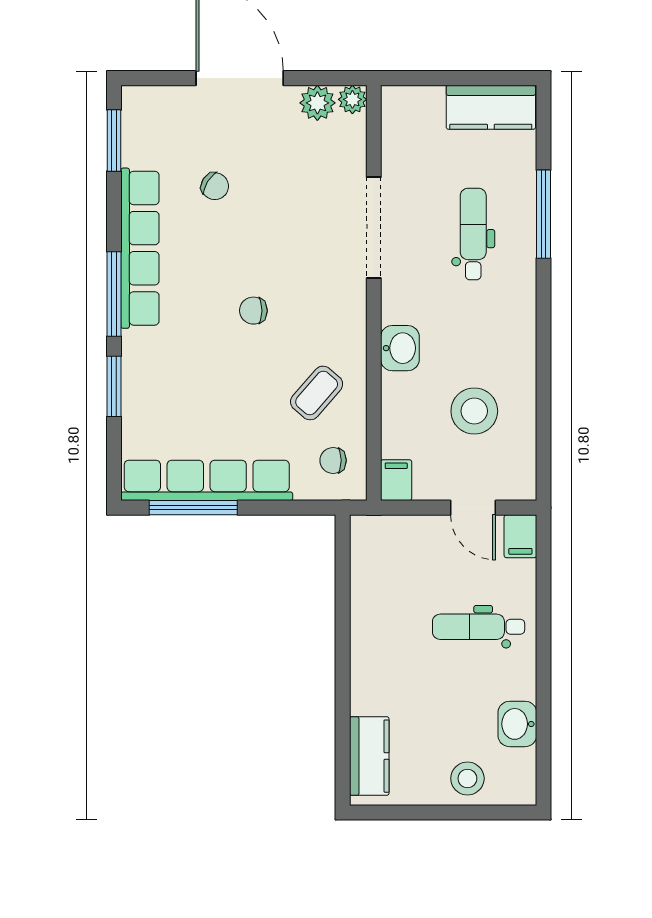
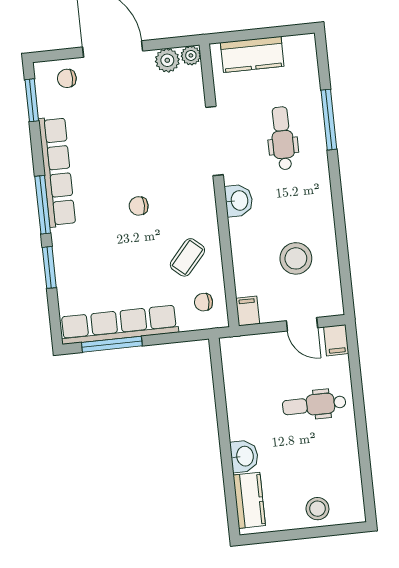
kitchen counter: (491, 107) -> (252, 54), moved
chair: (215, 186) -> (67, 78), moved, turned 148
washbasin: (400, 348) -> (239, 201), moved
washbasin: (517, 724) -> (244, 456), moved, turned 180

